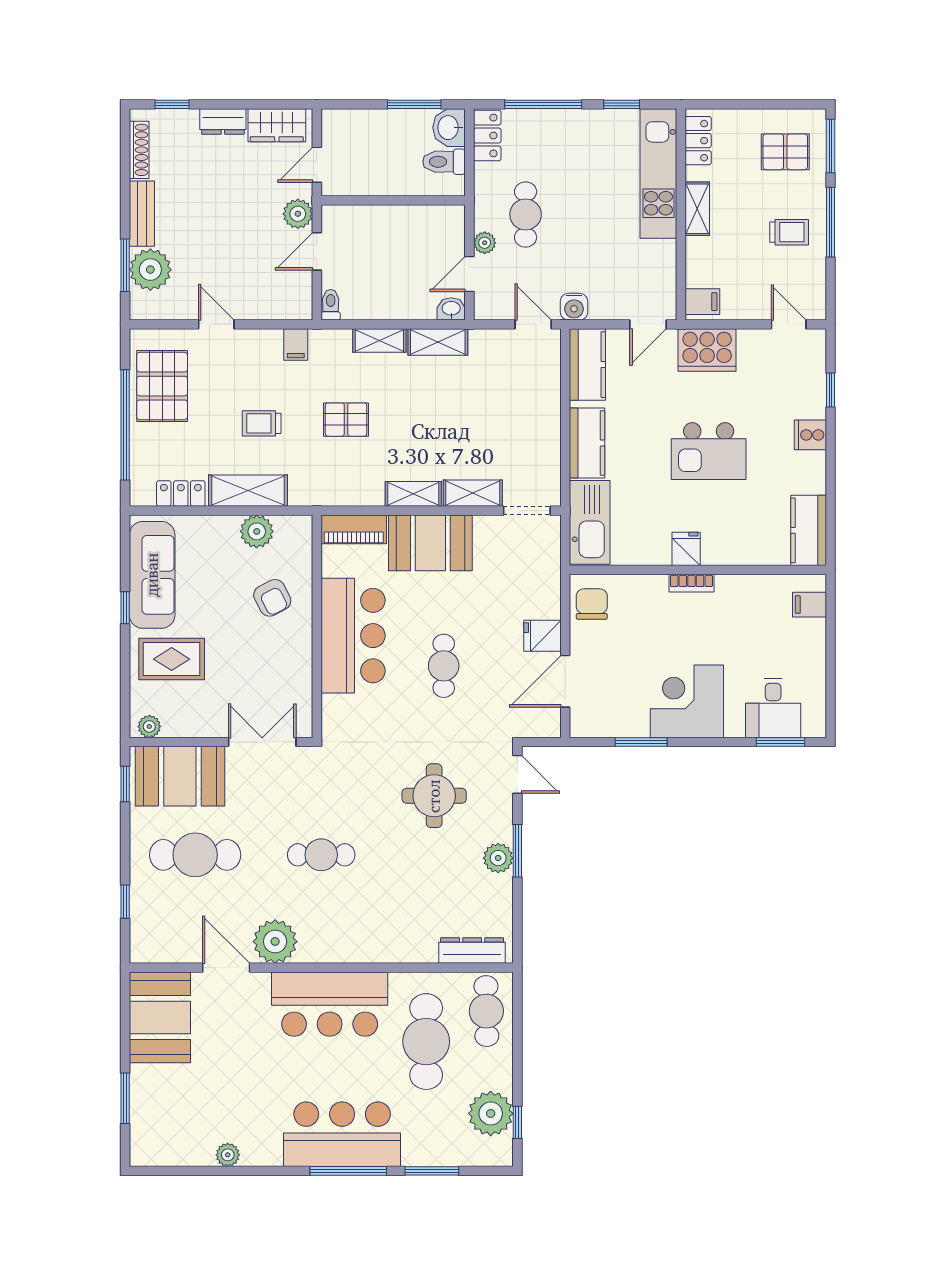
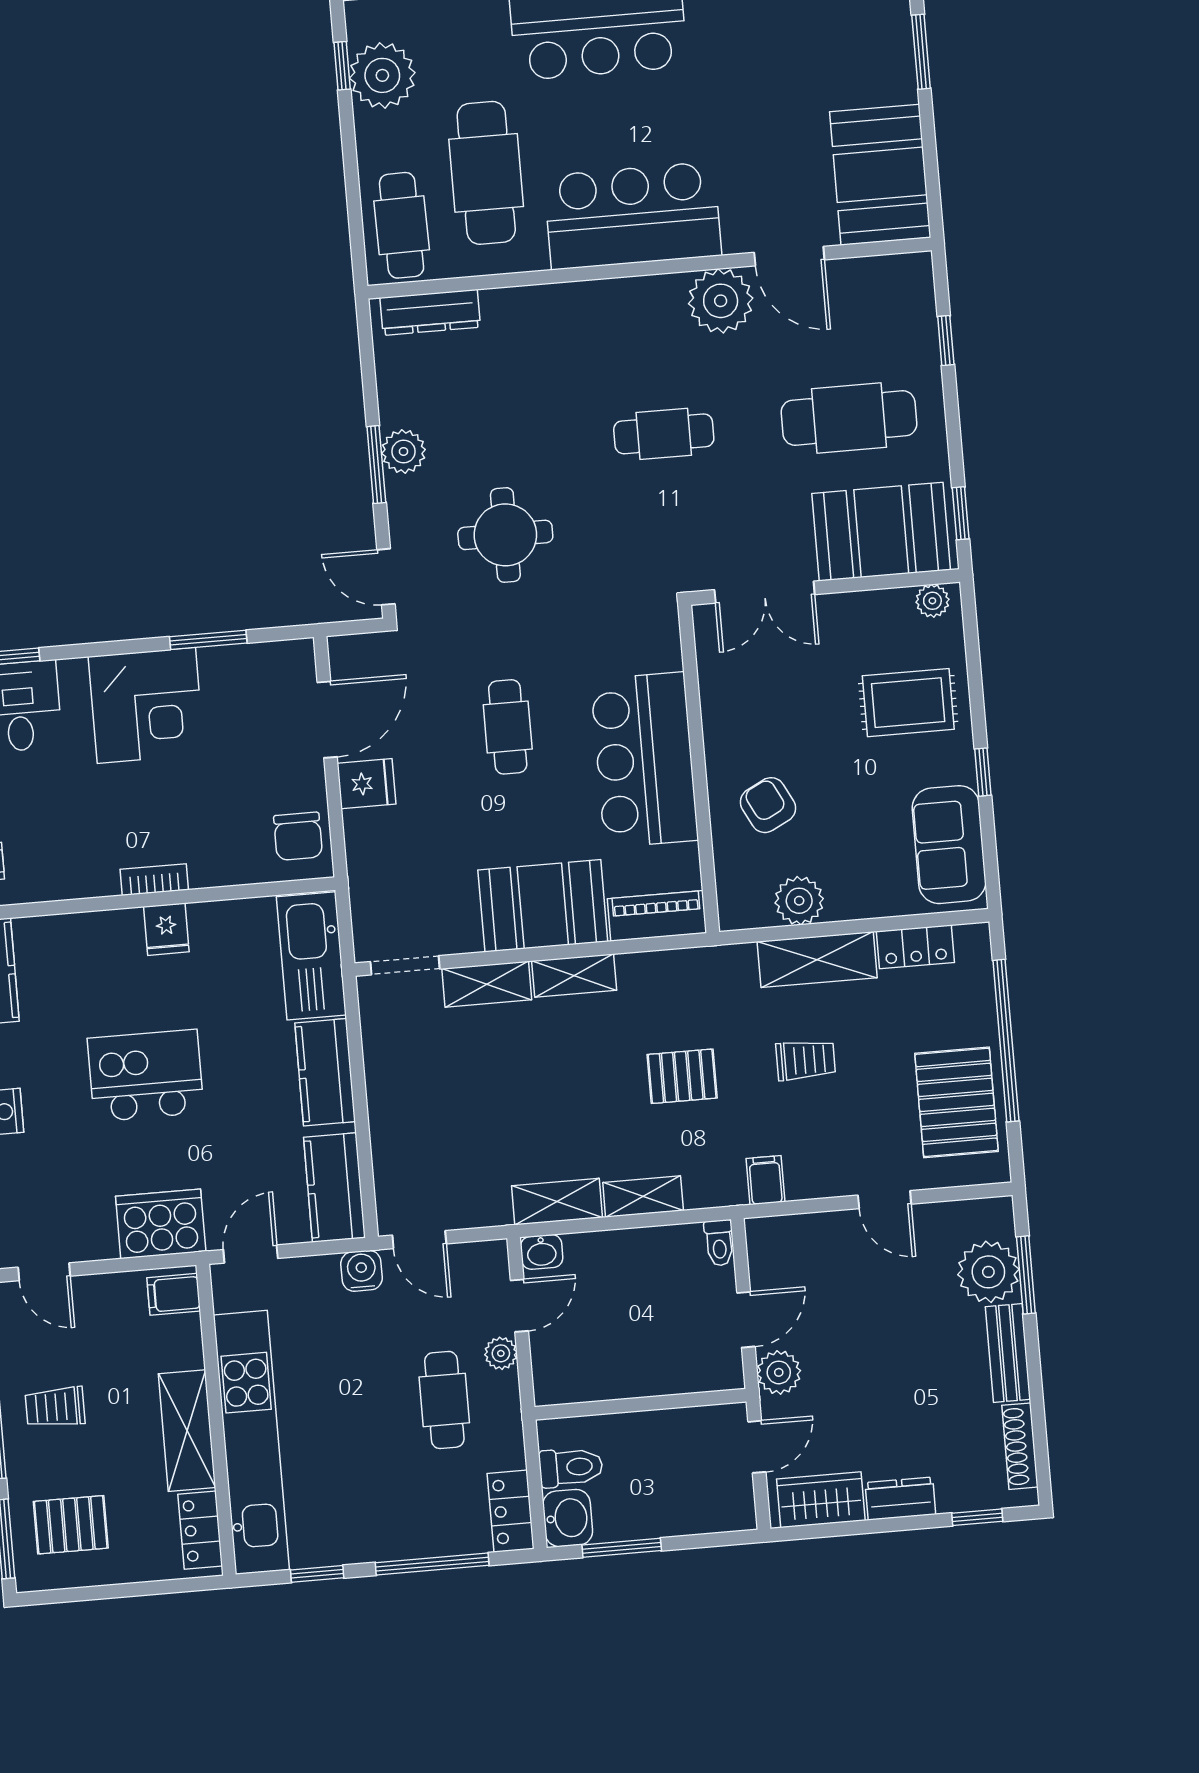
kitchen unit: (658, 173) -> (251, 1442), width x1.36
shelving: (697, 209) -> (187, 1431), width x1.50, depth x1.33
sofa: (152, 575) -> (949, 845), width x0.73

